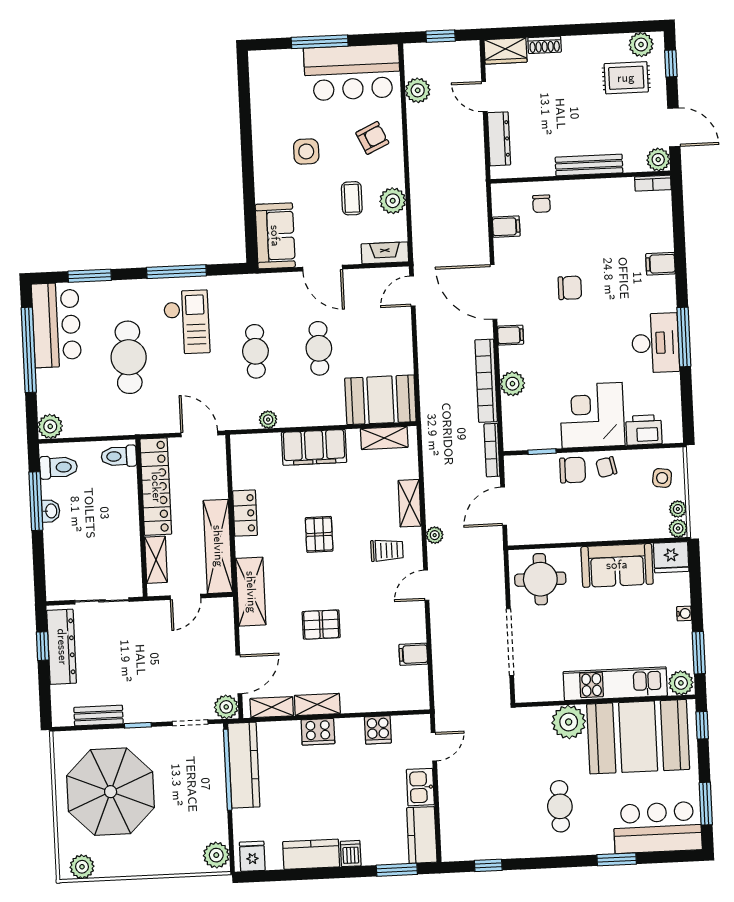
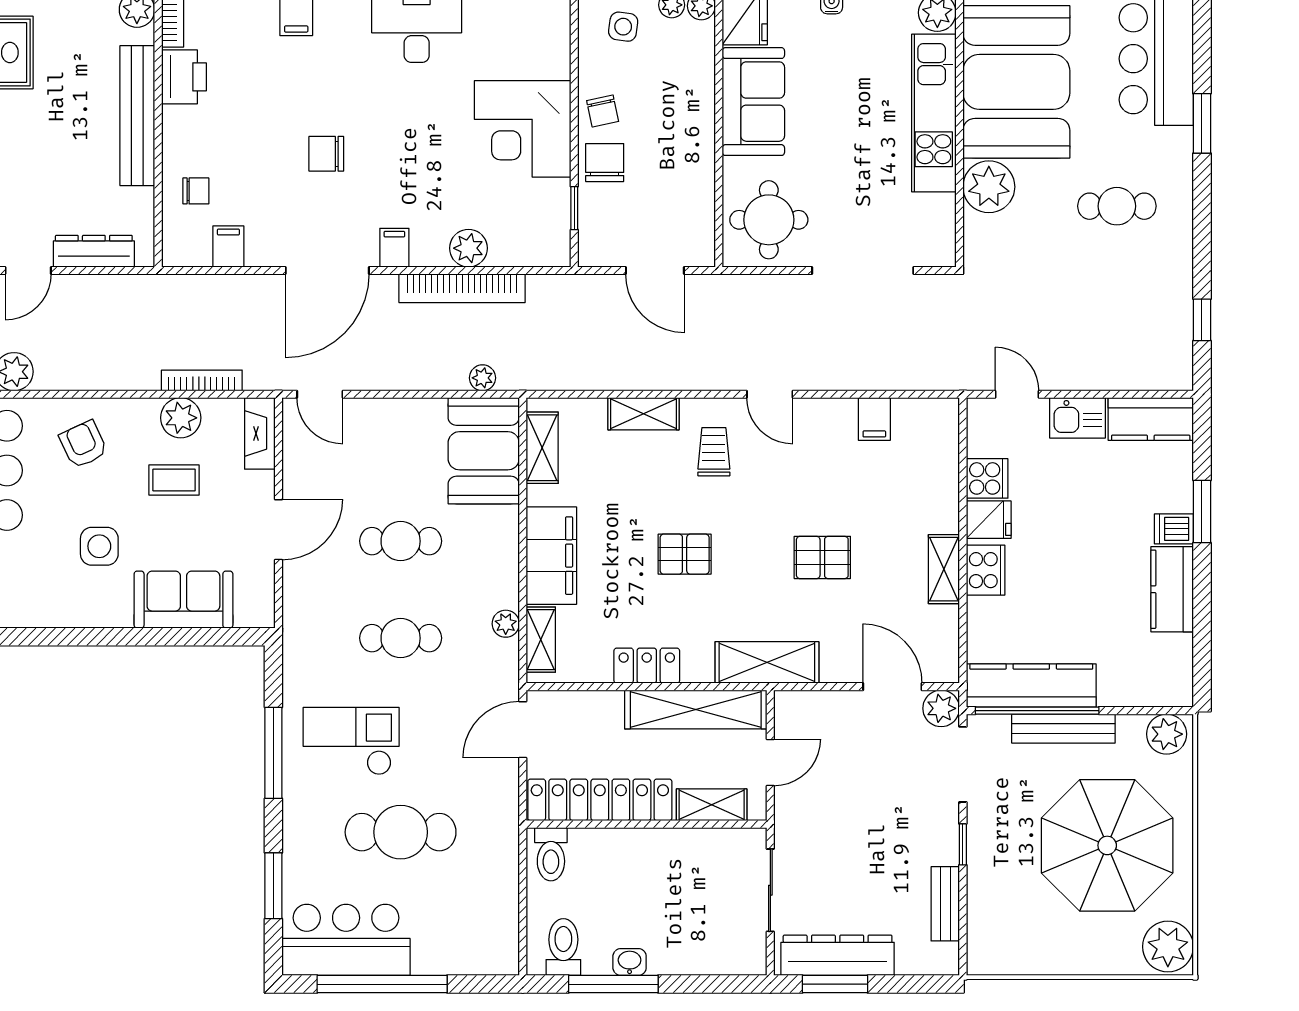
bench: (589, 165) -> (137, 116), width x1.37, depth x1.21
sofa: (275, 236) -> (183, 600), moved
chair: (570, 288) -> (326, 154), turned -90
plant: (50, 426) -> (500, 957), removed
printer: (644, 430) -> (184, 77), moved, turned 180
bookcase: (492, 450) -> (202, 380), moved, turned 180
plant: (435, 535) -> (483, 378), moved
door: (186, 597) -> (770, 762), hinge flipped
pallet: (321, 625) -> (822, 557), turned 90
window: (43, 646) -> (835, 984), width x1.50
shelving: (272, 707) -> (541, 640), moved
doorway: (190, 723) -> (963, 764), width x1.38
bench: (217, 787) -> (1063, 729), added
parasol: (111, 792) -> (1107, 845), moved
fridge: (252, 856) -> (989, 520), moved, turned 180
plant: (82, 867) -> (1168, 947), width x1.36, depth x1.36
window: (397, 870) -> (1202, 512), moved

